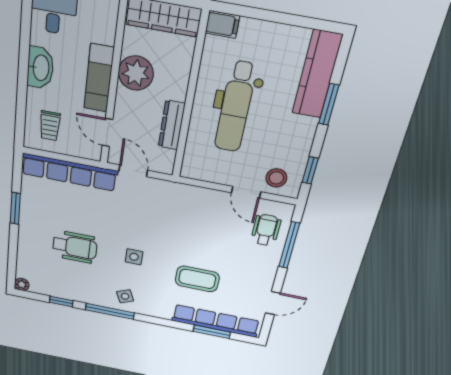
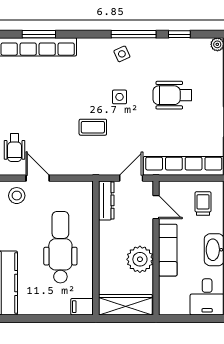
dresser: (172, 125) -> (106, 200), moved
door: (133, 171) -> (131, 178), swing flipped
coffee table: (197, 279) -> (93, 127), moved, width x0.73, depth x0.77

